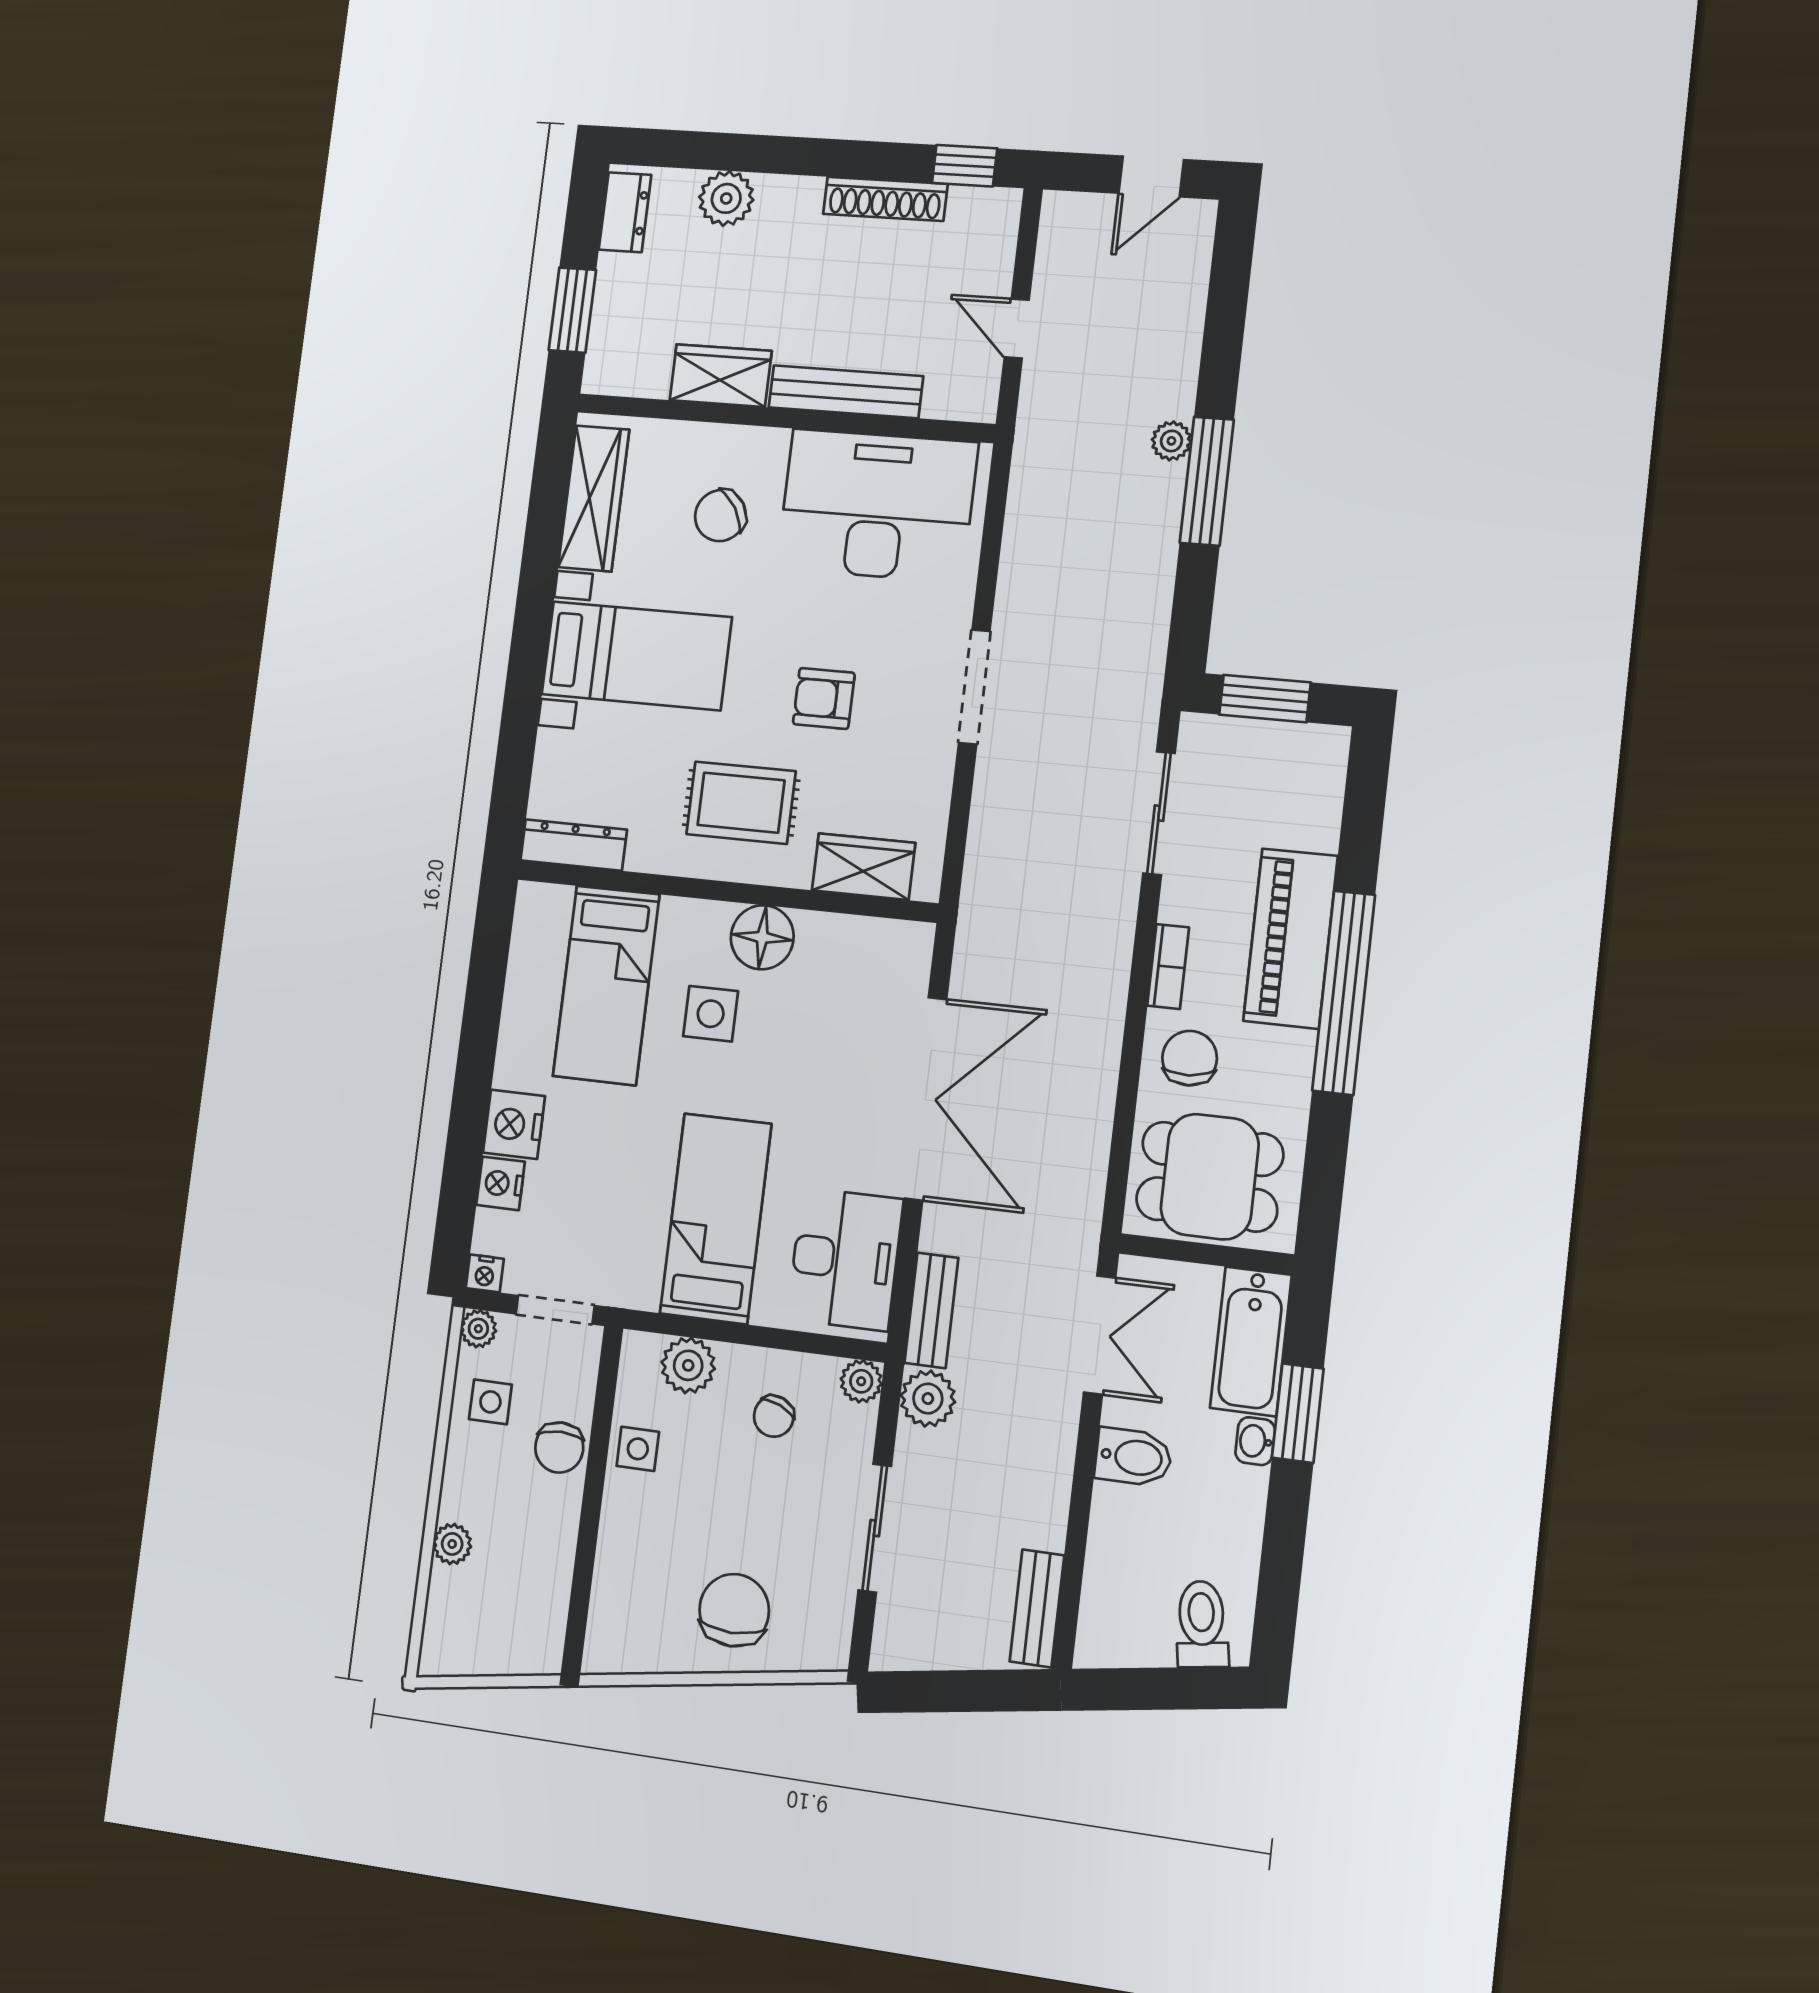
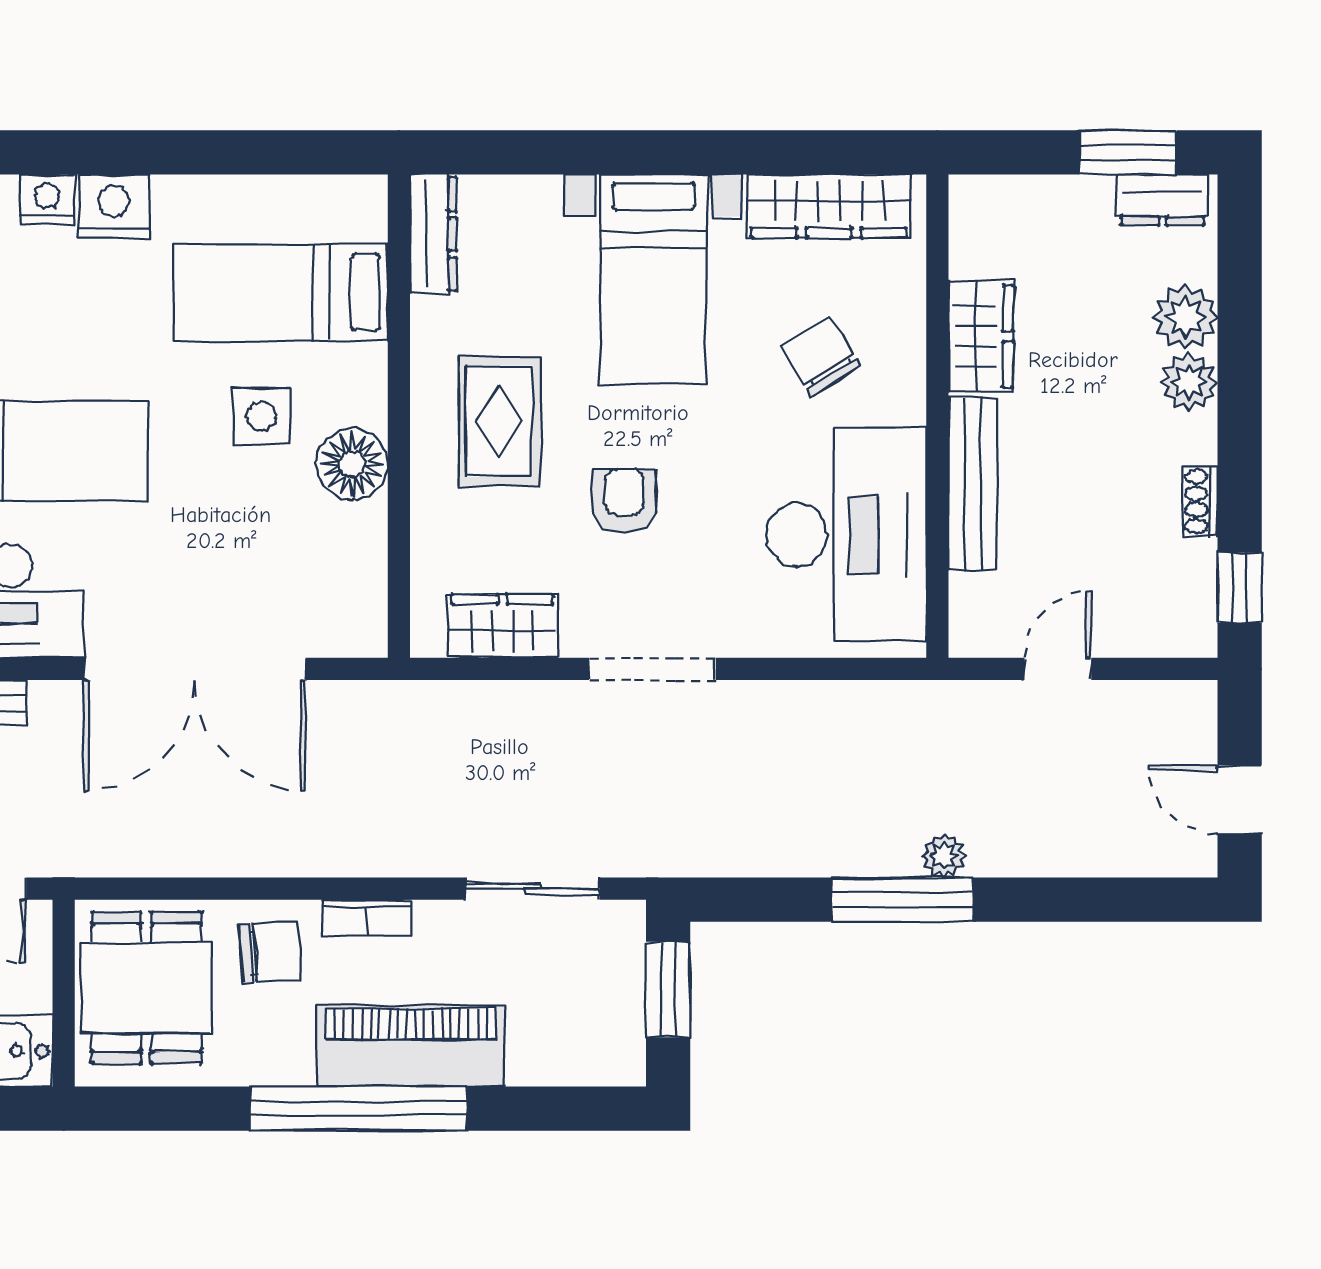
plant: (782, 199) -> (1189, 382), added
shoe rack: (885, 199) -> (1200, 502), width x0.51, depth x0.81
window: (572, 310) -> (1128, 152), moved
wardrobe: (864, 867) -> (502, 626), moved, turned -90

